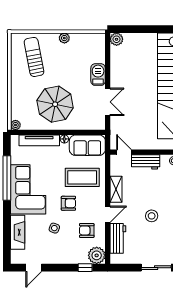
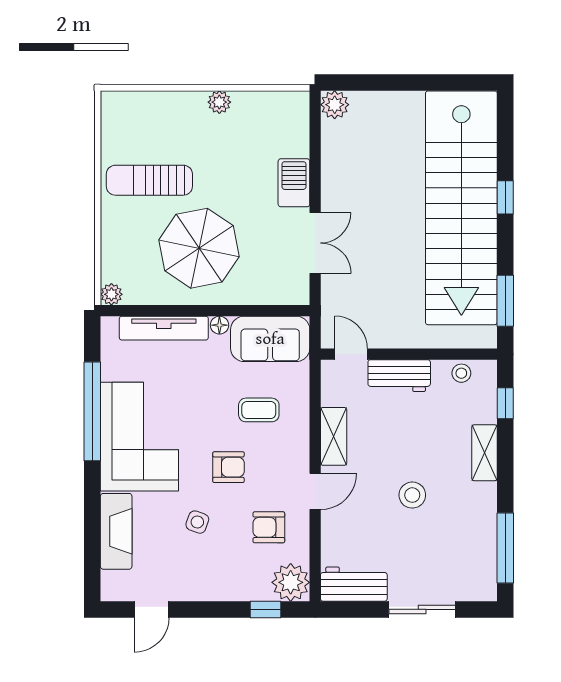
sun lounger: (34, 57) -> (149, 180), moved, turned -79
coffee table: (82, 177) -> (259, 410), width x0.54, depth x0.58
workbench: (118, 238) -> (354, 584), moved, turned -90

